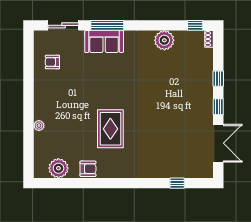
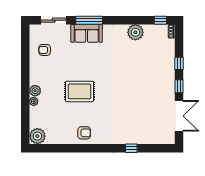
plant: (41, 112) -> (35, 91), added
rug: (110, 129) -> (80, 91), moved, turned 90
plant: (58, 168) -> (37, 136), moved
armchair: (88, 169) -> (84, 133), moved
window: (177, 183) -> (131, 148), moved

